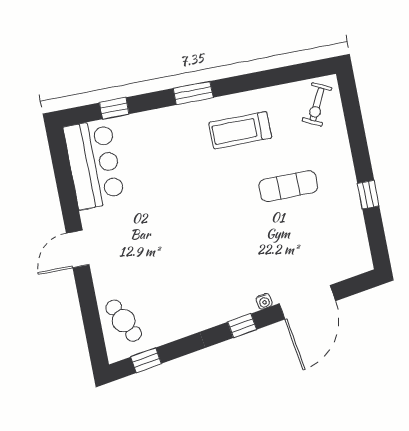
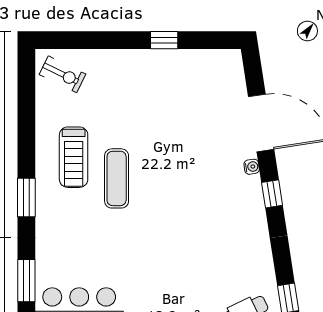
window: (114, 108) -> (26, 281), width x1.50
exercise mat: (288, 186) -> (117, 178), moved

